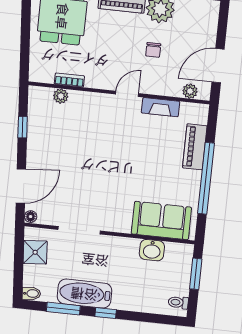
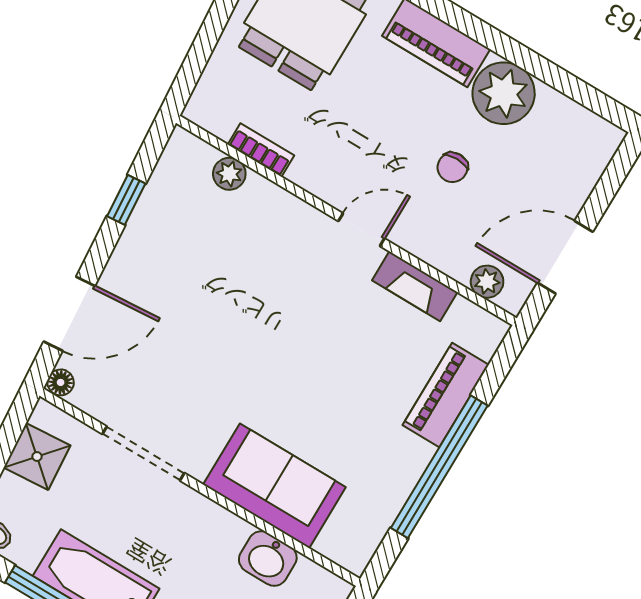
sofa: (161, 221) -> (274, 486), moved

